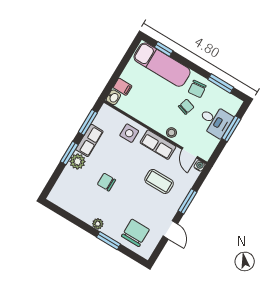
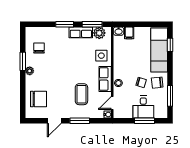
plant: (78, 161) -> (99, 33), moved
chair: (106, 182) -> (39, 48), moved
window: (108, 241) -> (23, 61), moved

